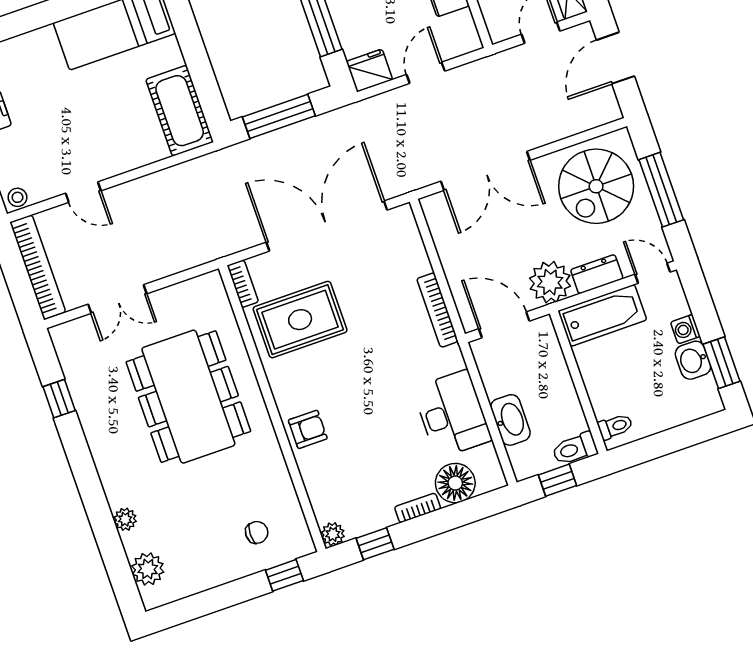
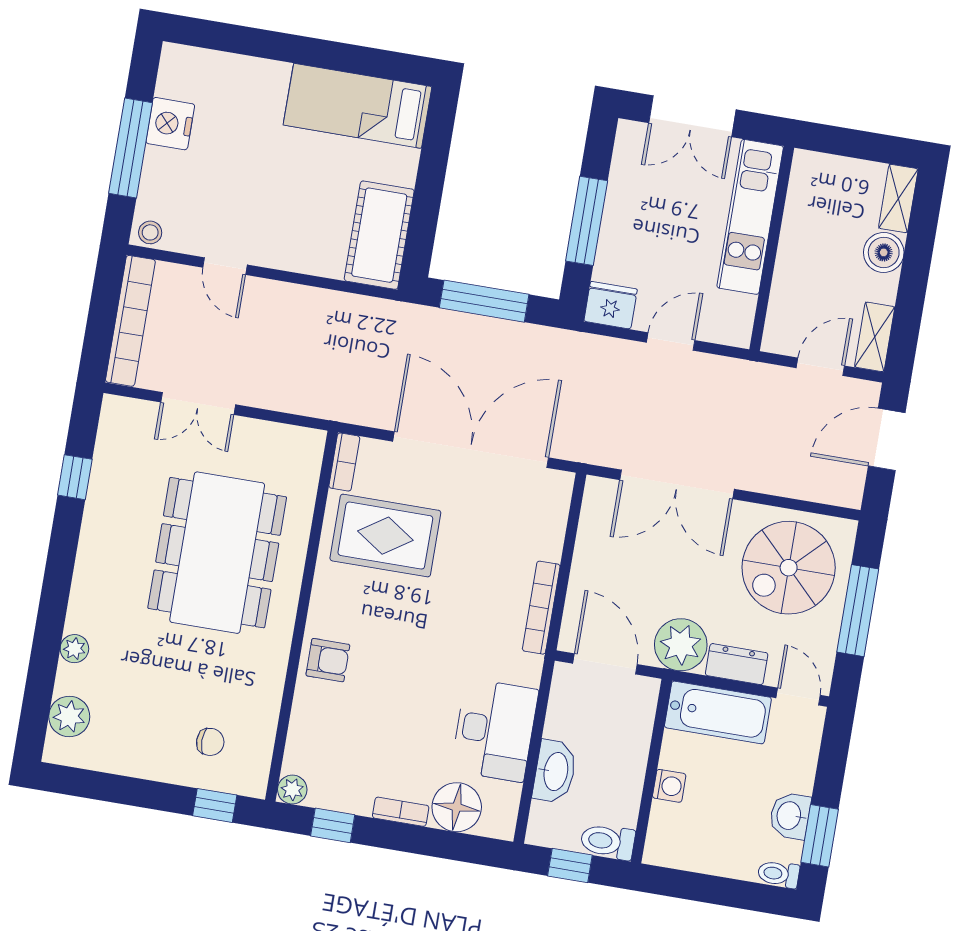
washing machine: (685, 329) -> (669, 786), moved, turned 180
toilet: (615, 426) -> (778, 874), moved, turned 180

